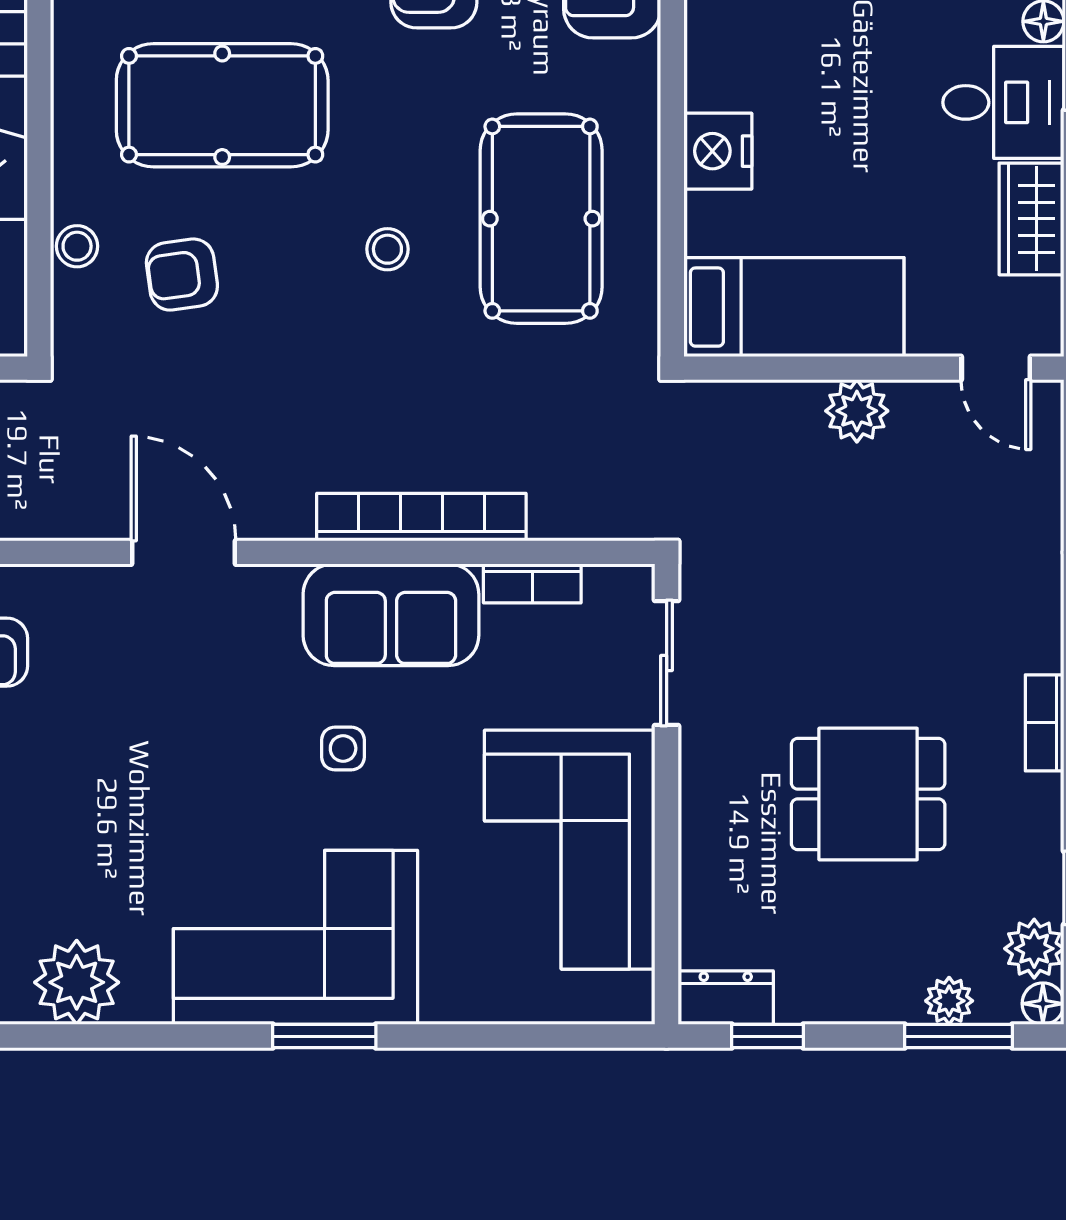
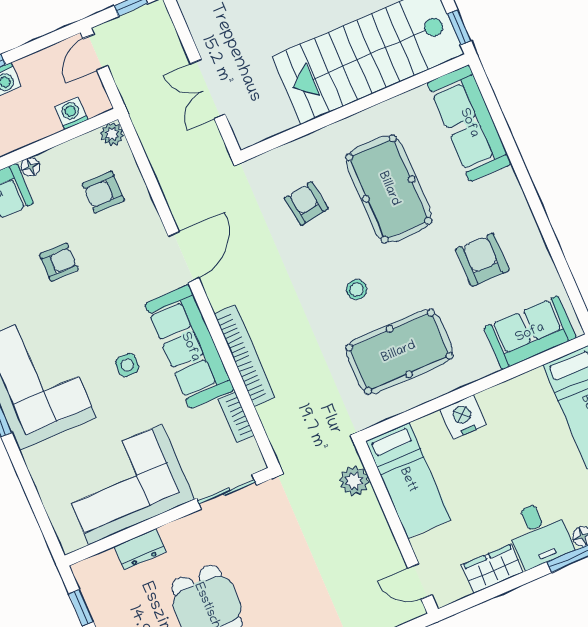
stool: (77, 246) -> (299, 152), removed
door: (996, 368) -> (420, 581), hinge flipped
plant: (857, 411) -> (354, 481), moved
sofa: (391, 615) -> (190, 347), width x1.36
armchair: (91, 794) -> (59, 262), added
dresser: (726, 998) -> (140, 549), moved, turned 90

